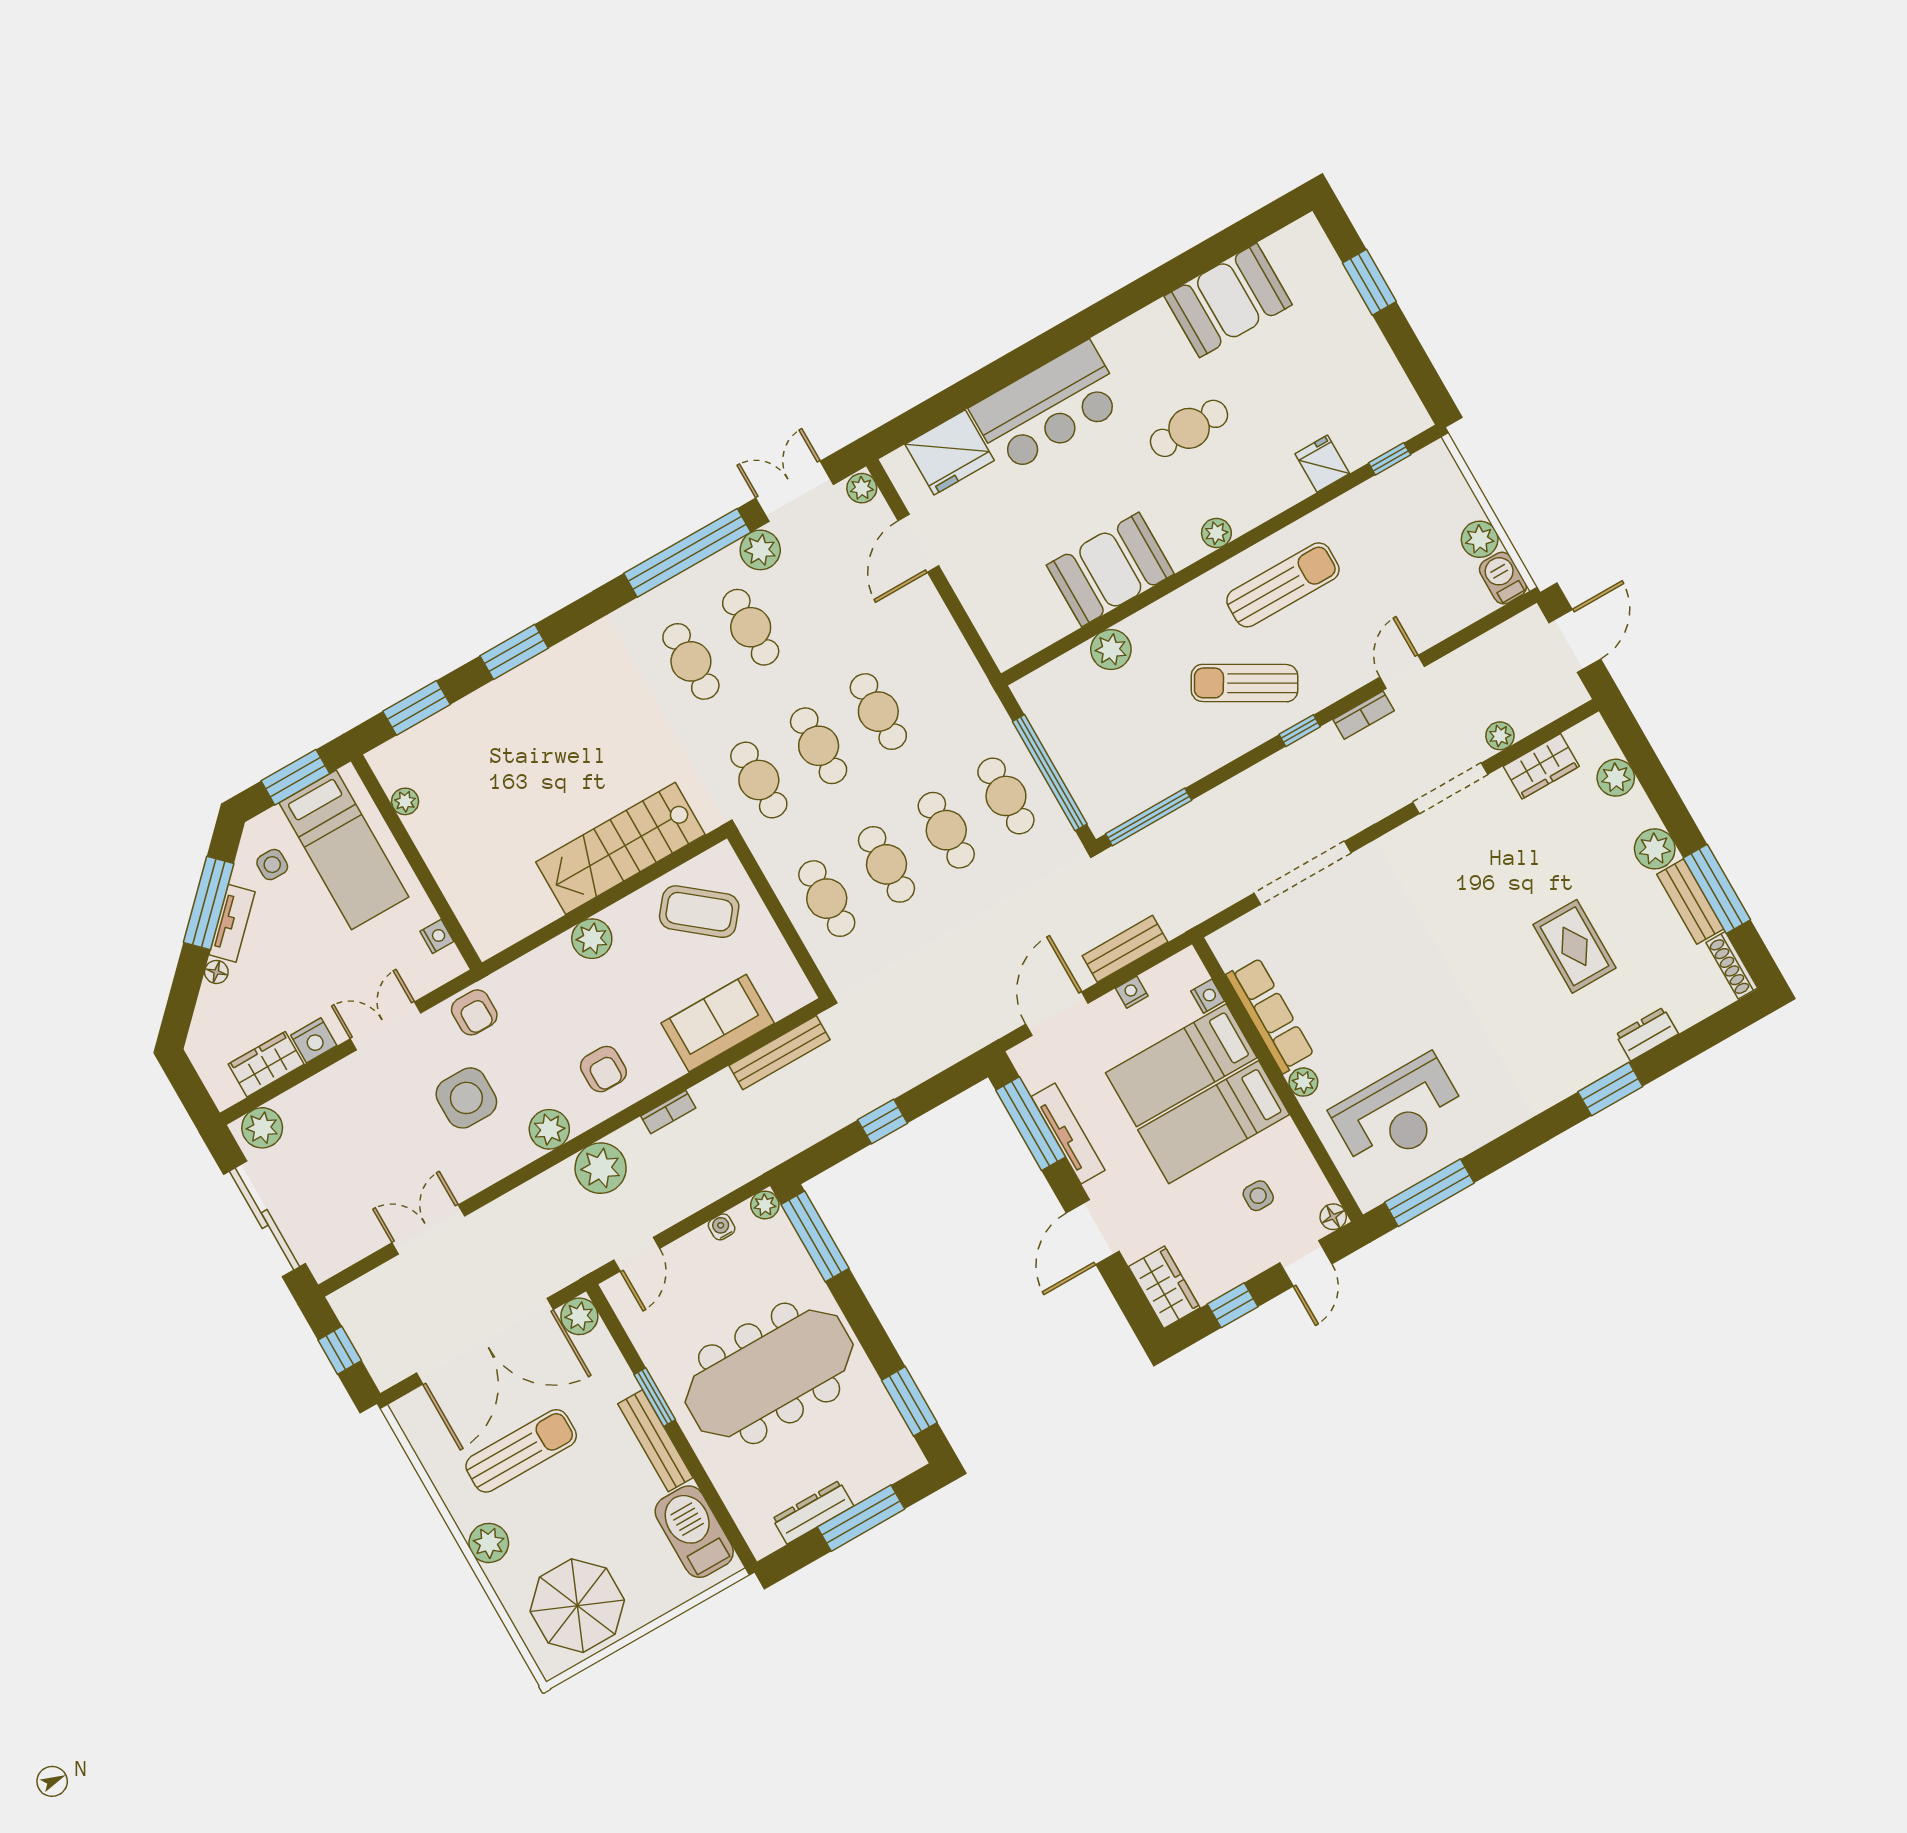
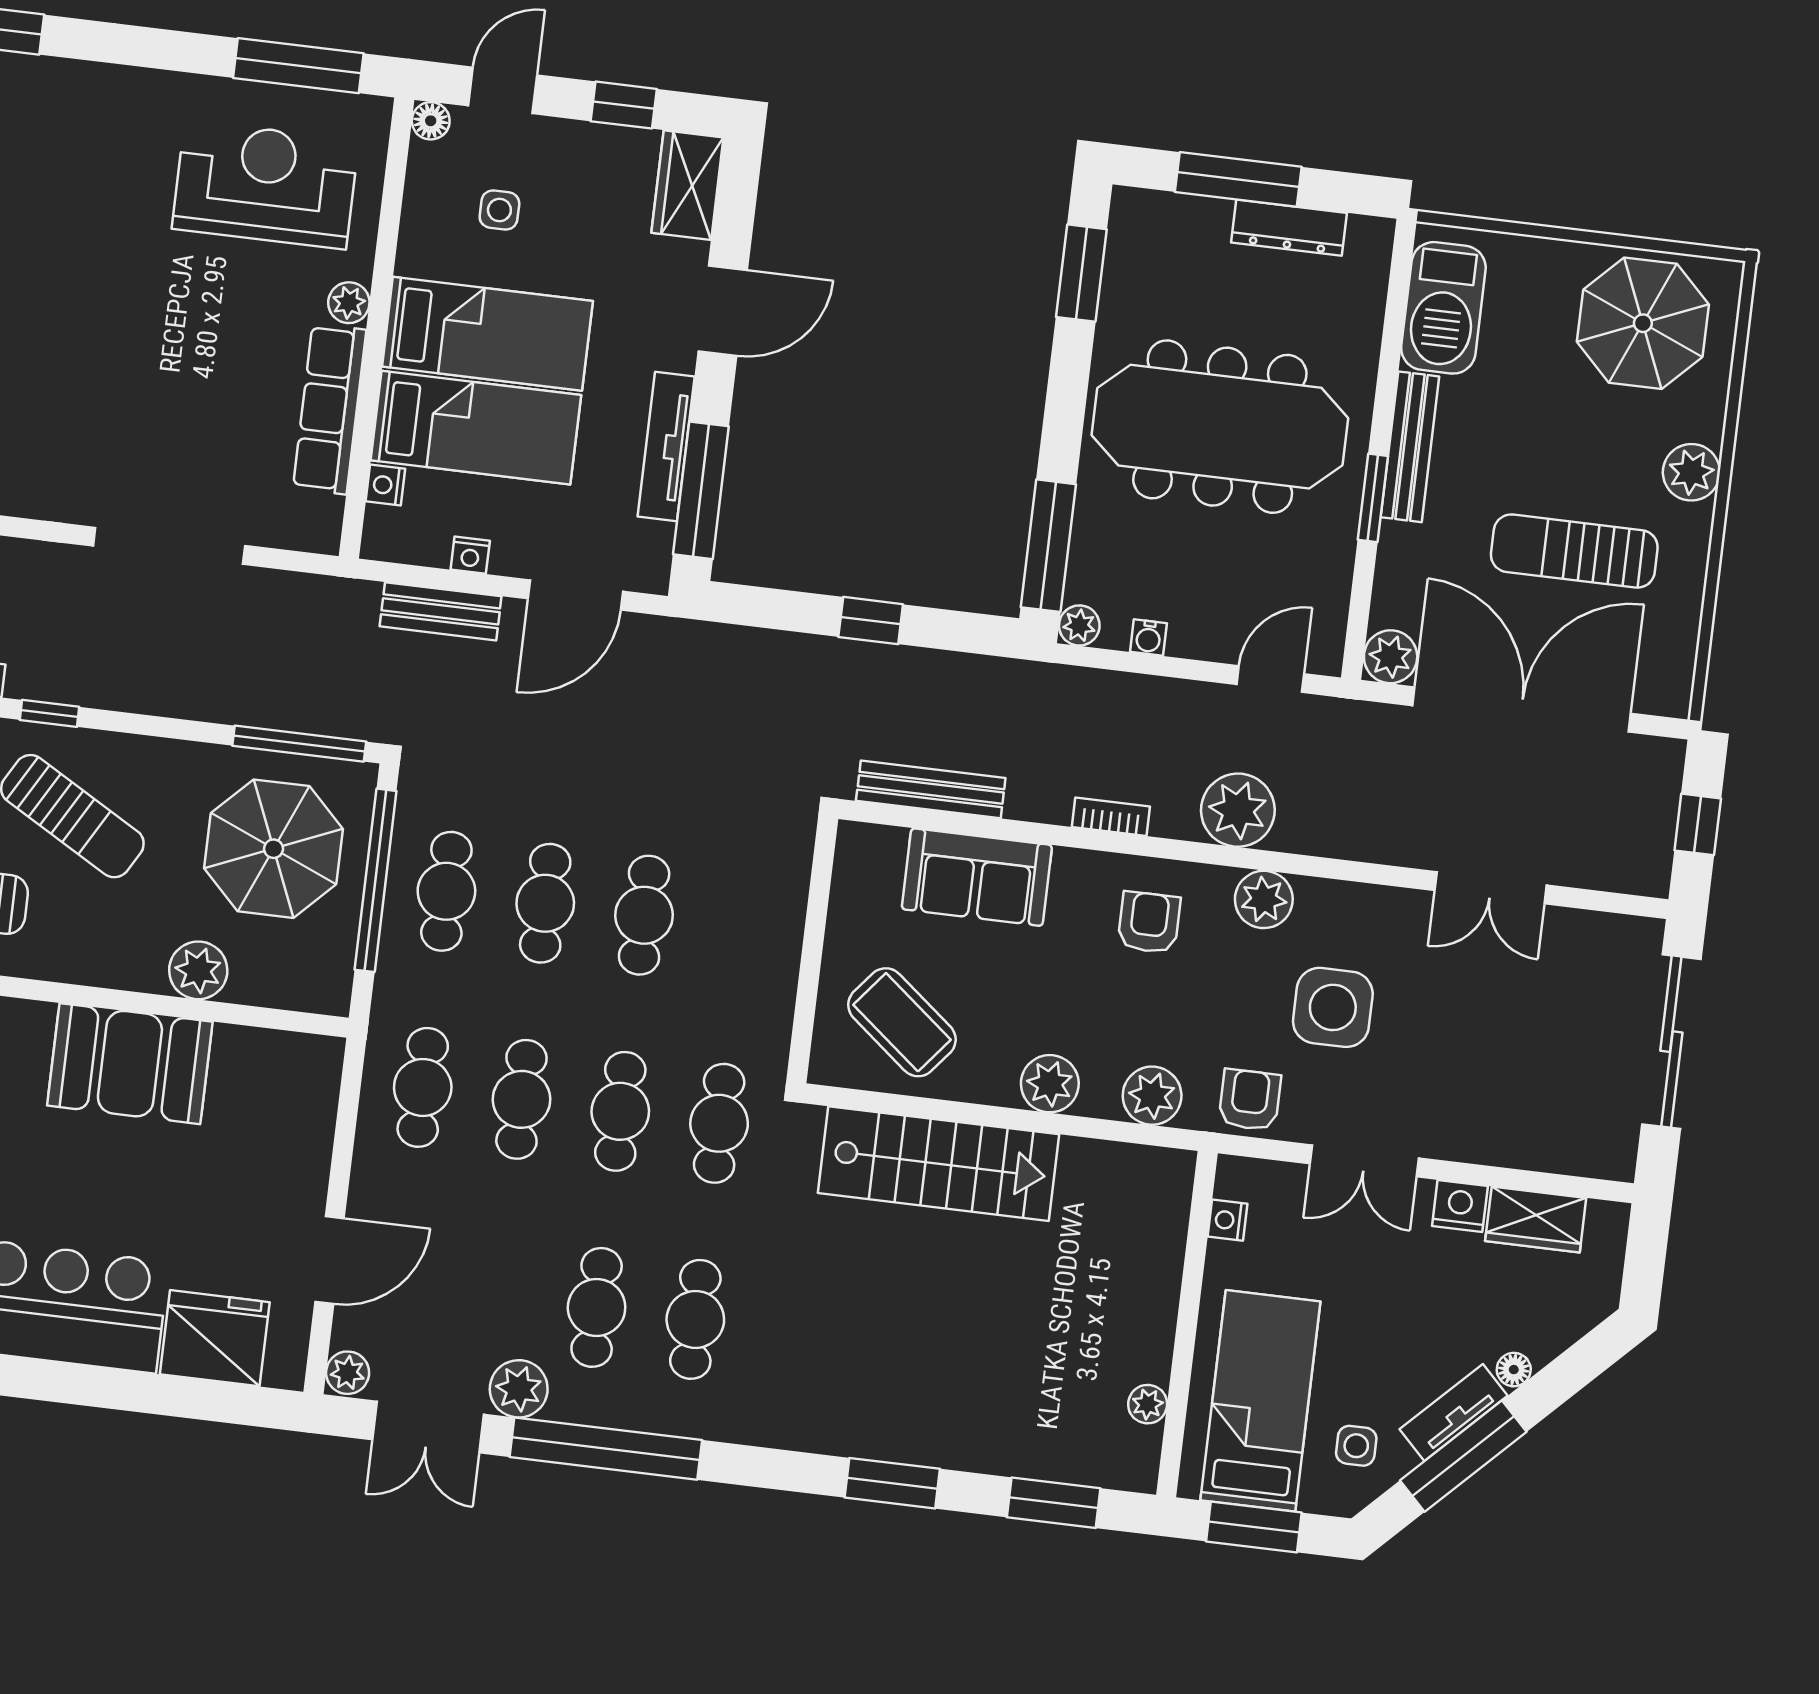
parasol: (1119, 748) -> (274, 849), added
cafe table: (827, 899) -> (423, 1087), moved
plant: (262, 1128) -> (1152, 1096), moved

